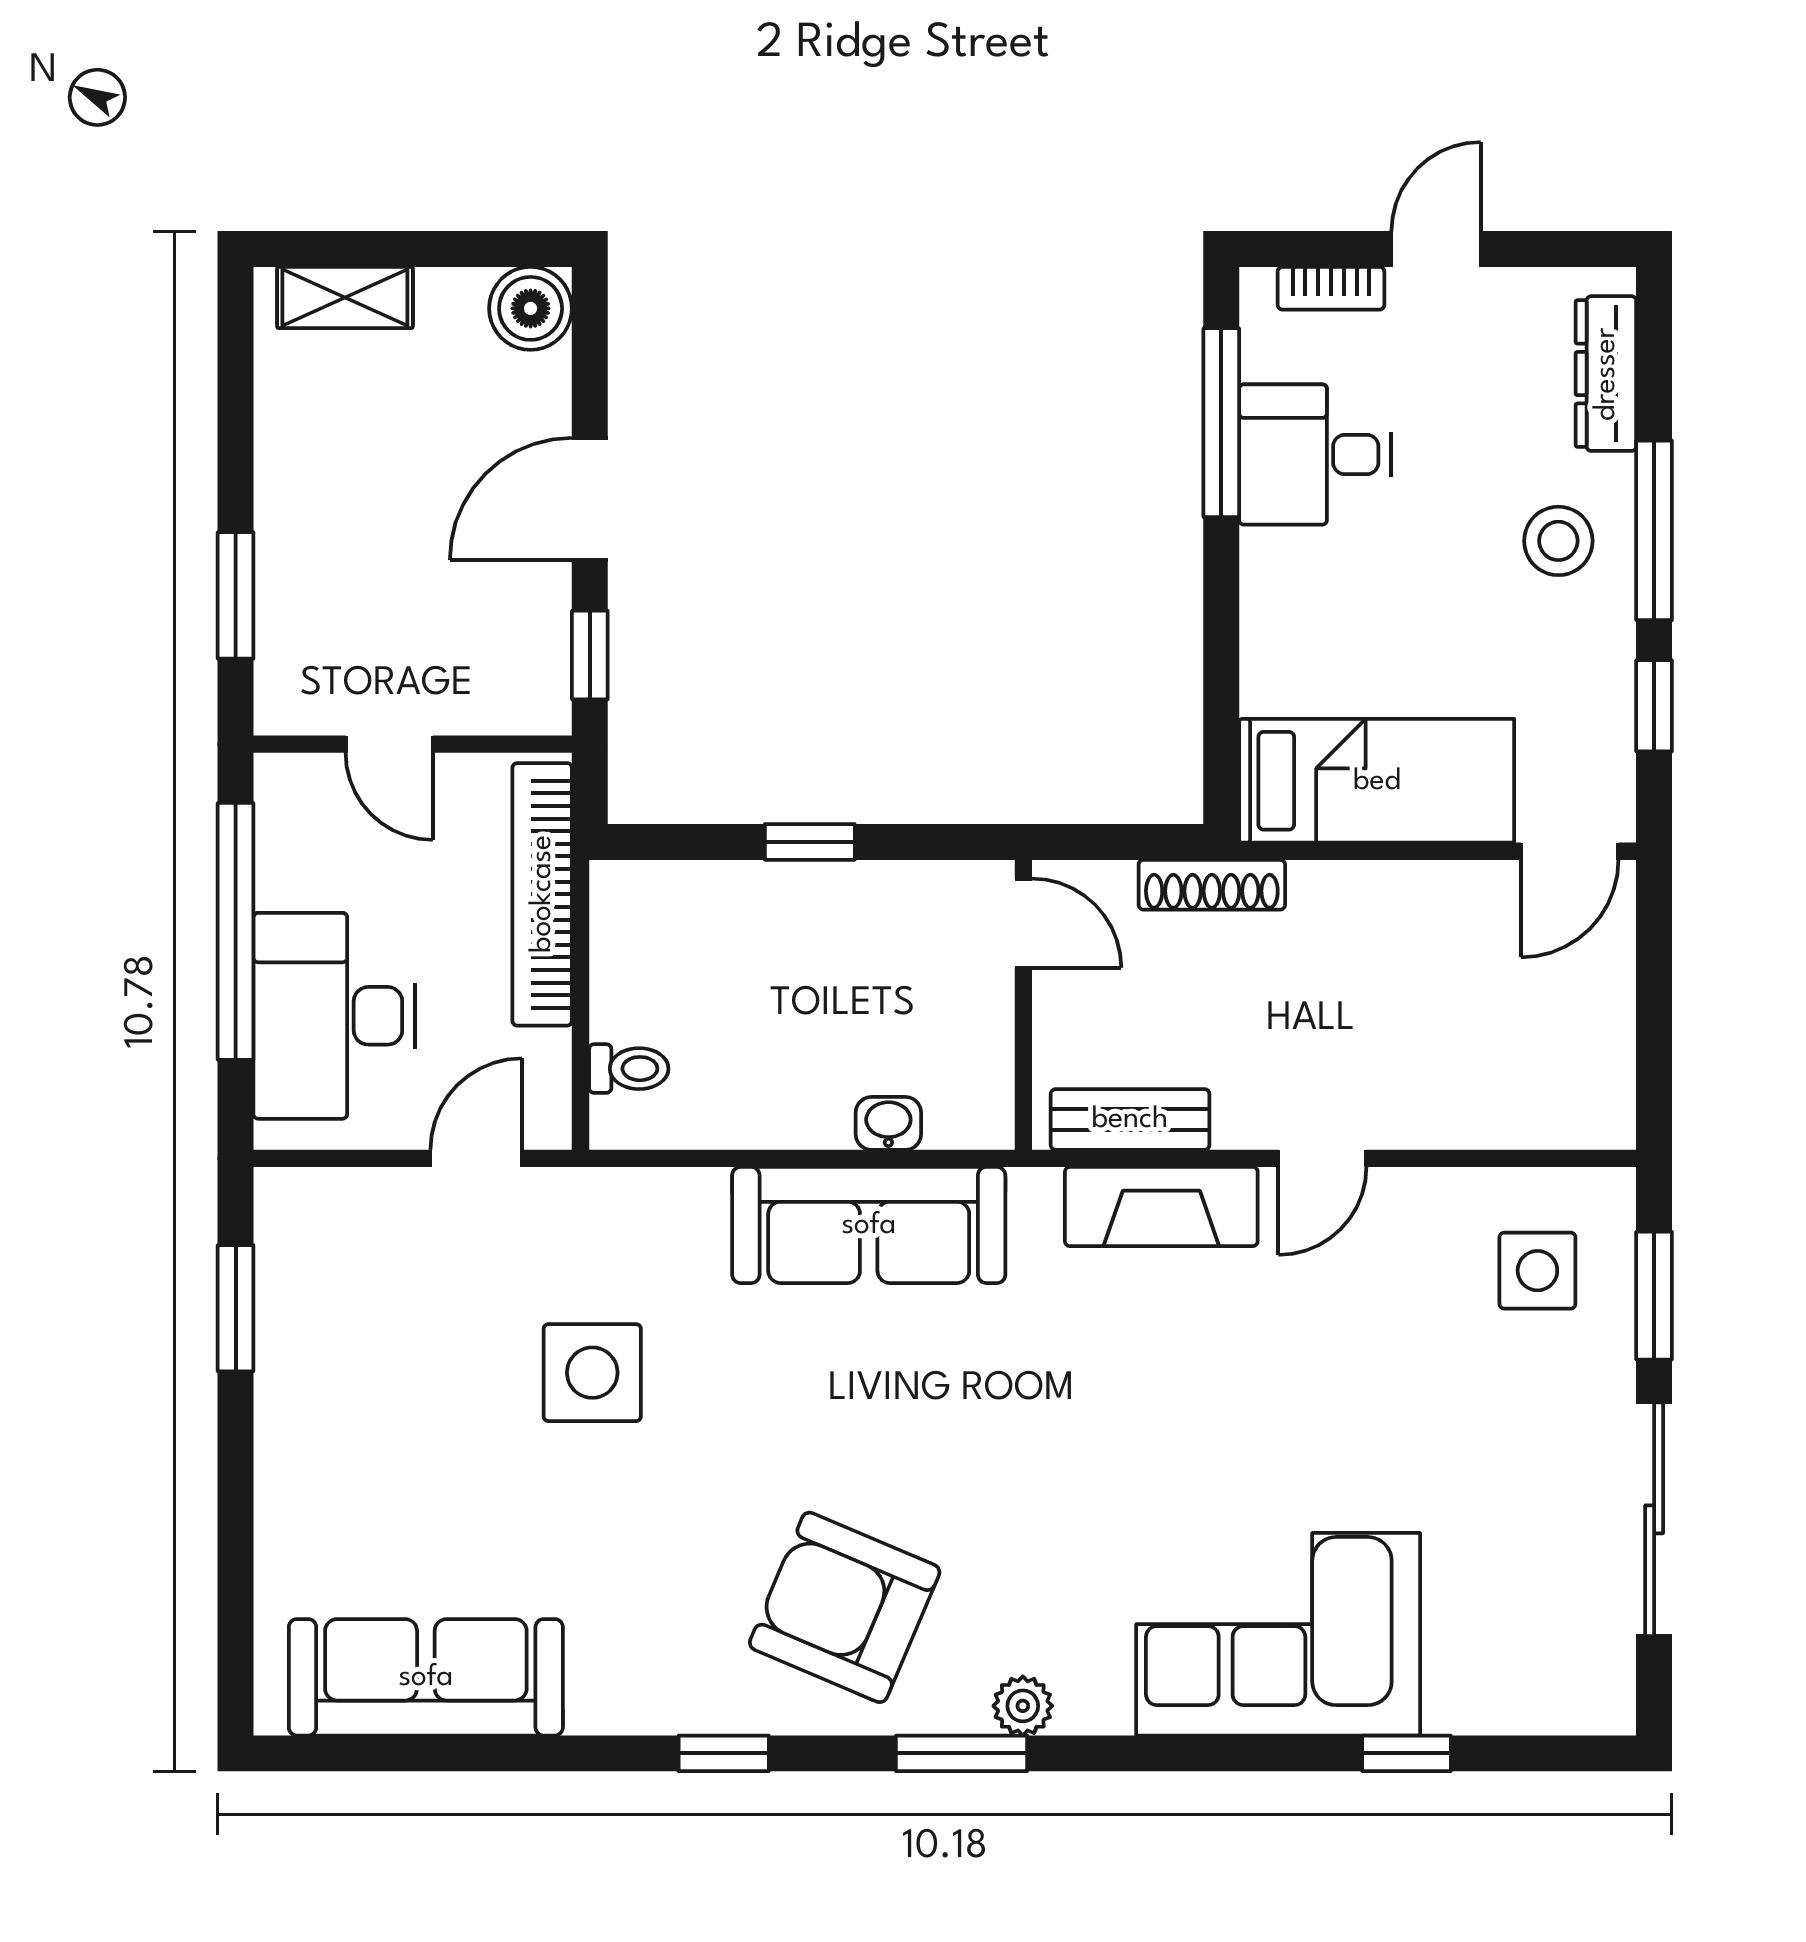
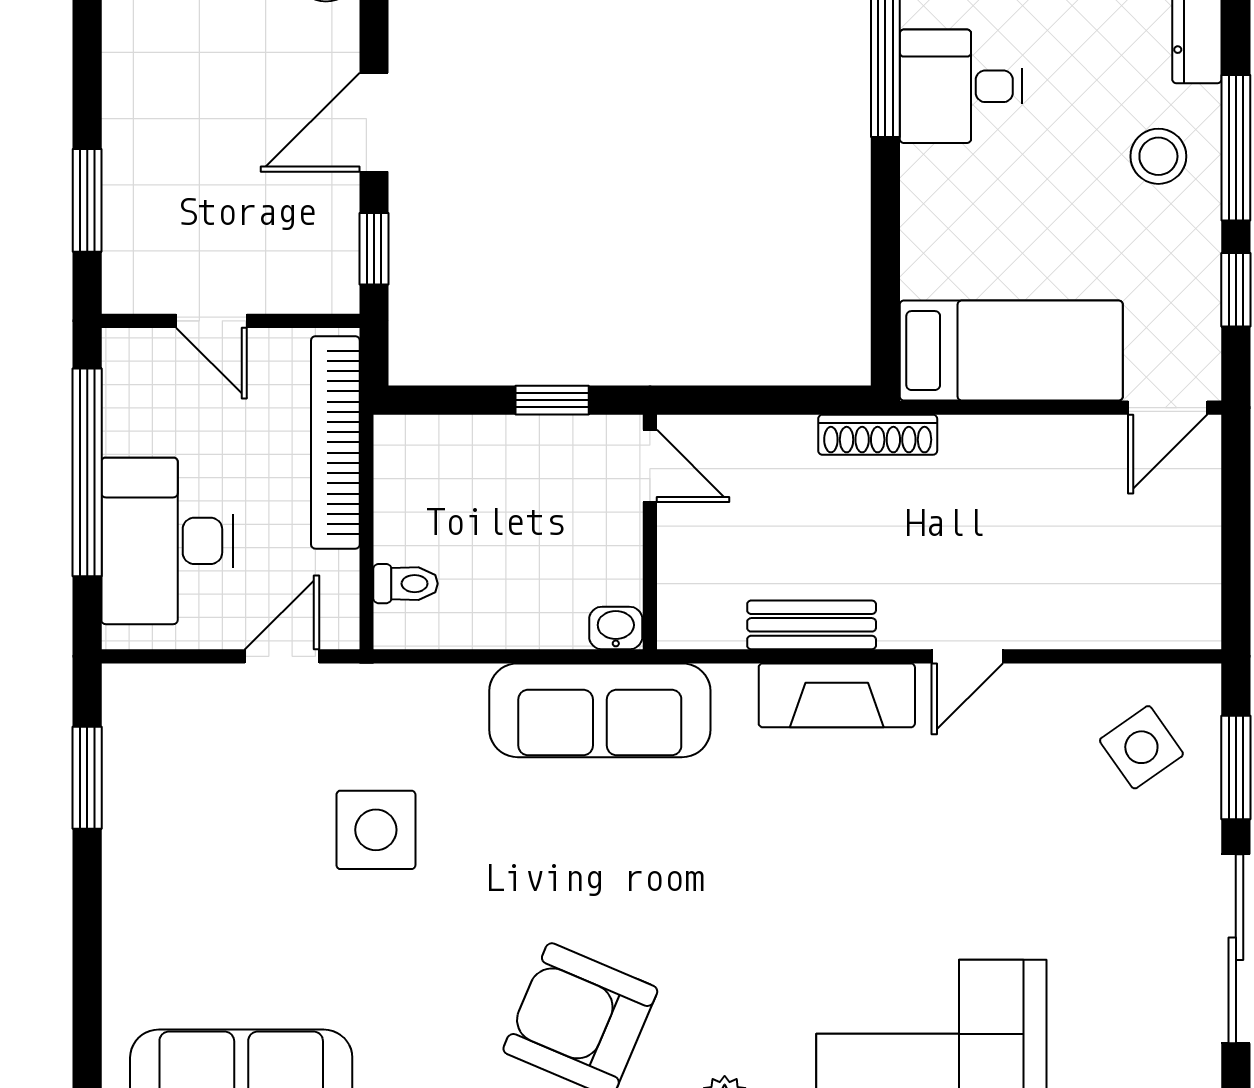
door: (1023, 923) -> (650, 466), moved
wall: (1023, 1005) -> (650, 532), moved
side table: (1537, 1271) -> (1141, 747), turned -35

